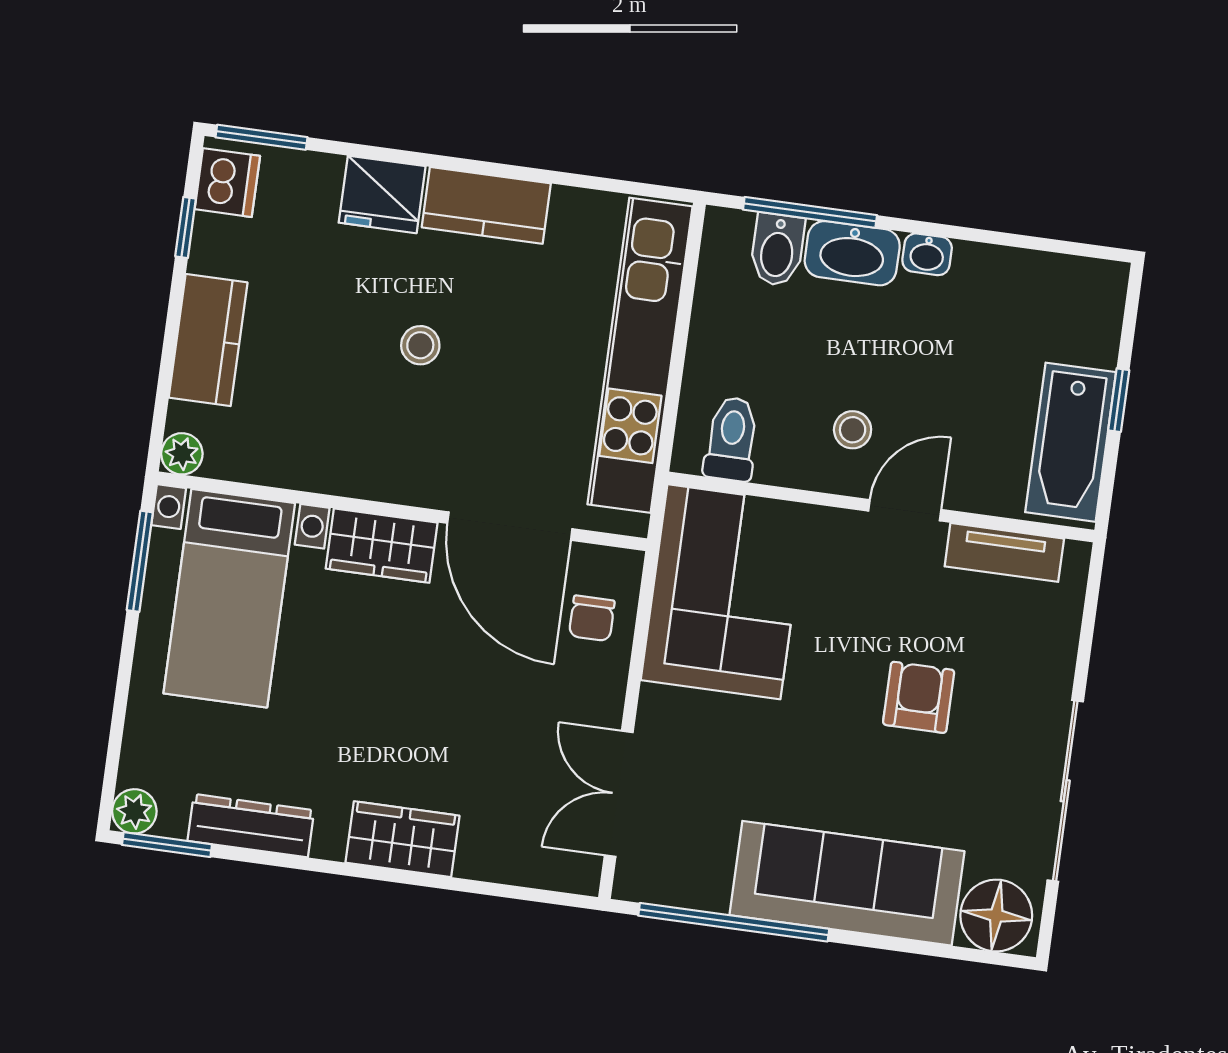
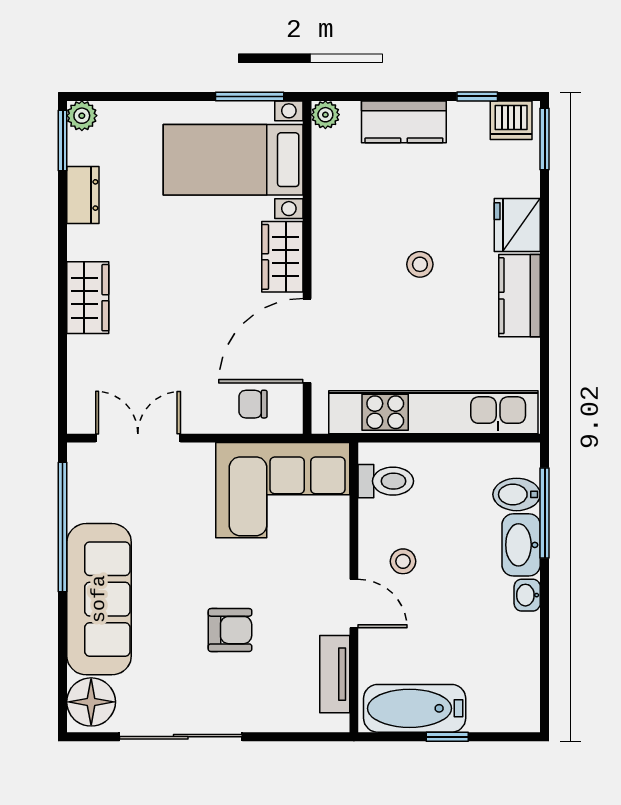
dresser: (251, 826) -> (83, 195), width x0.70

